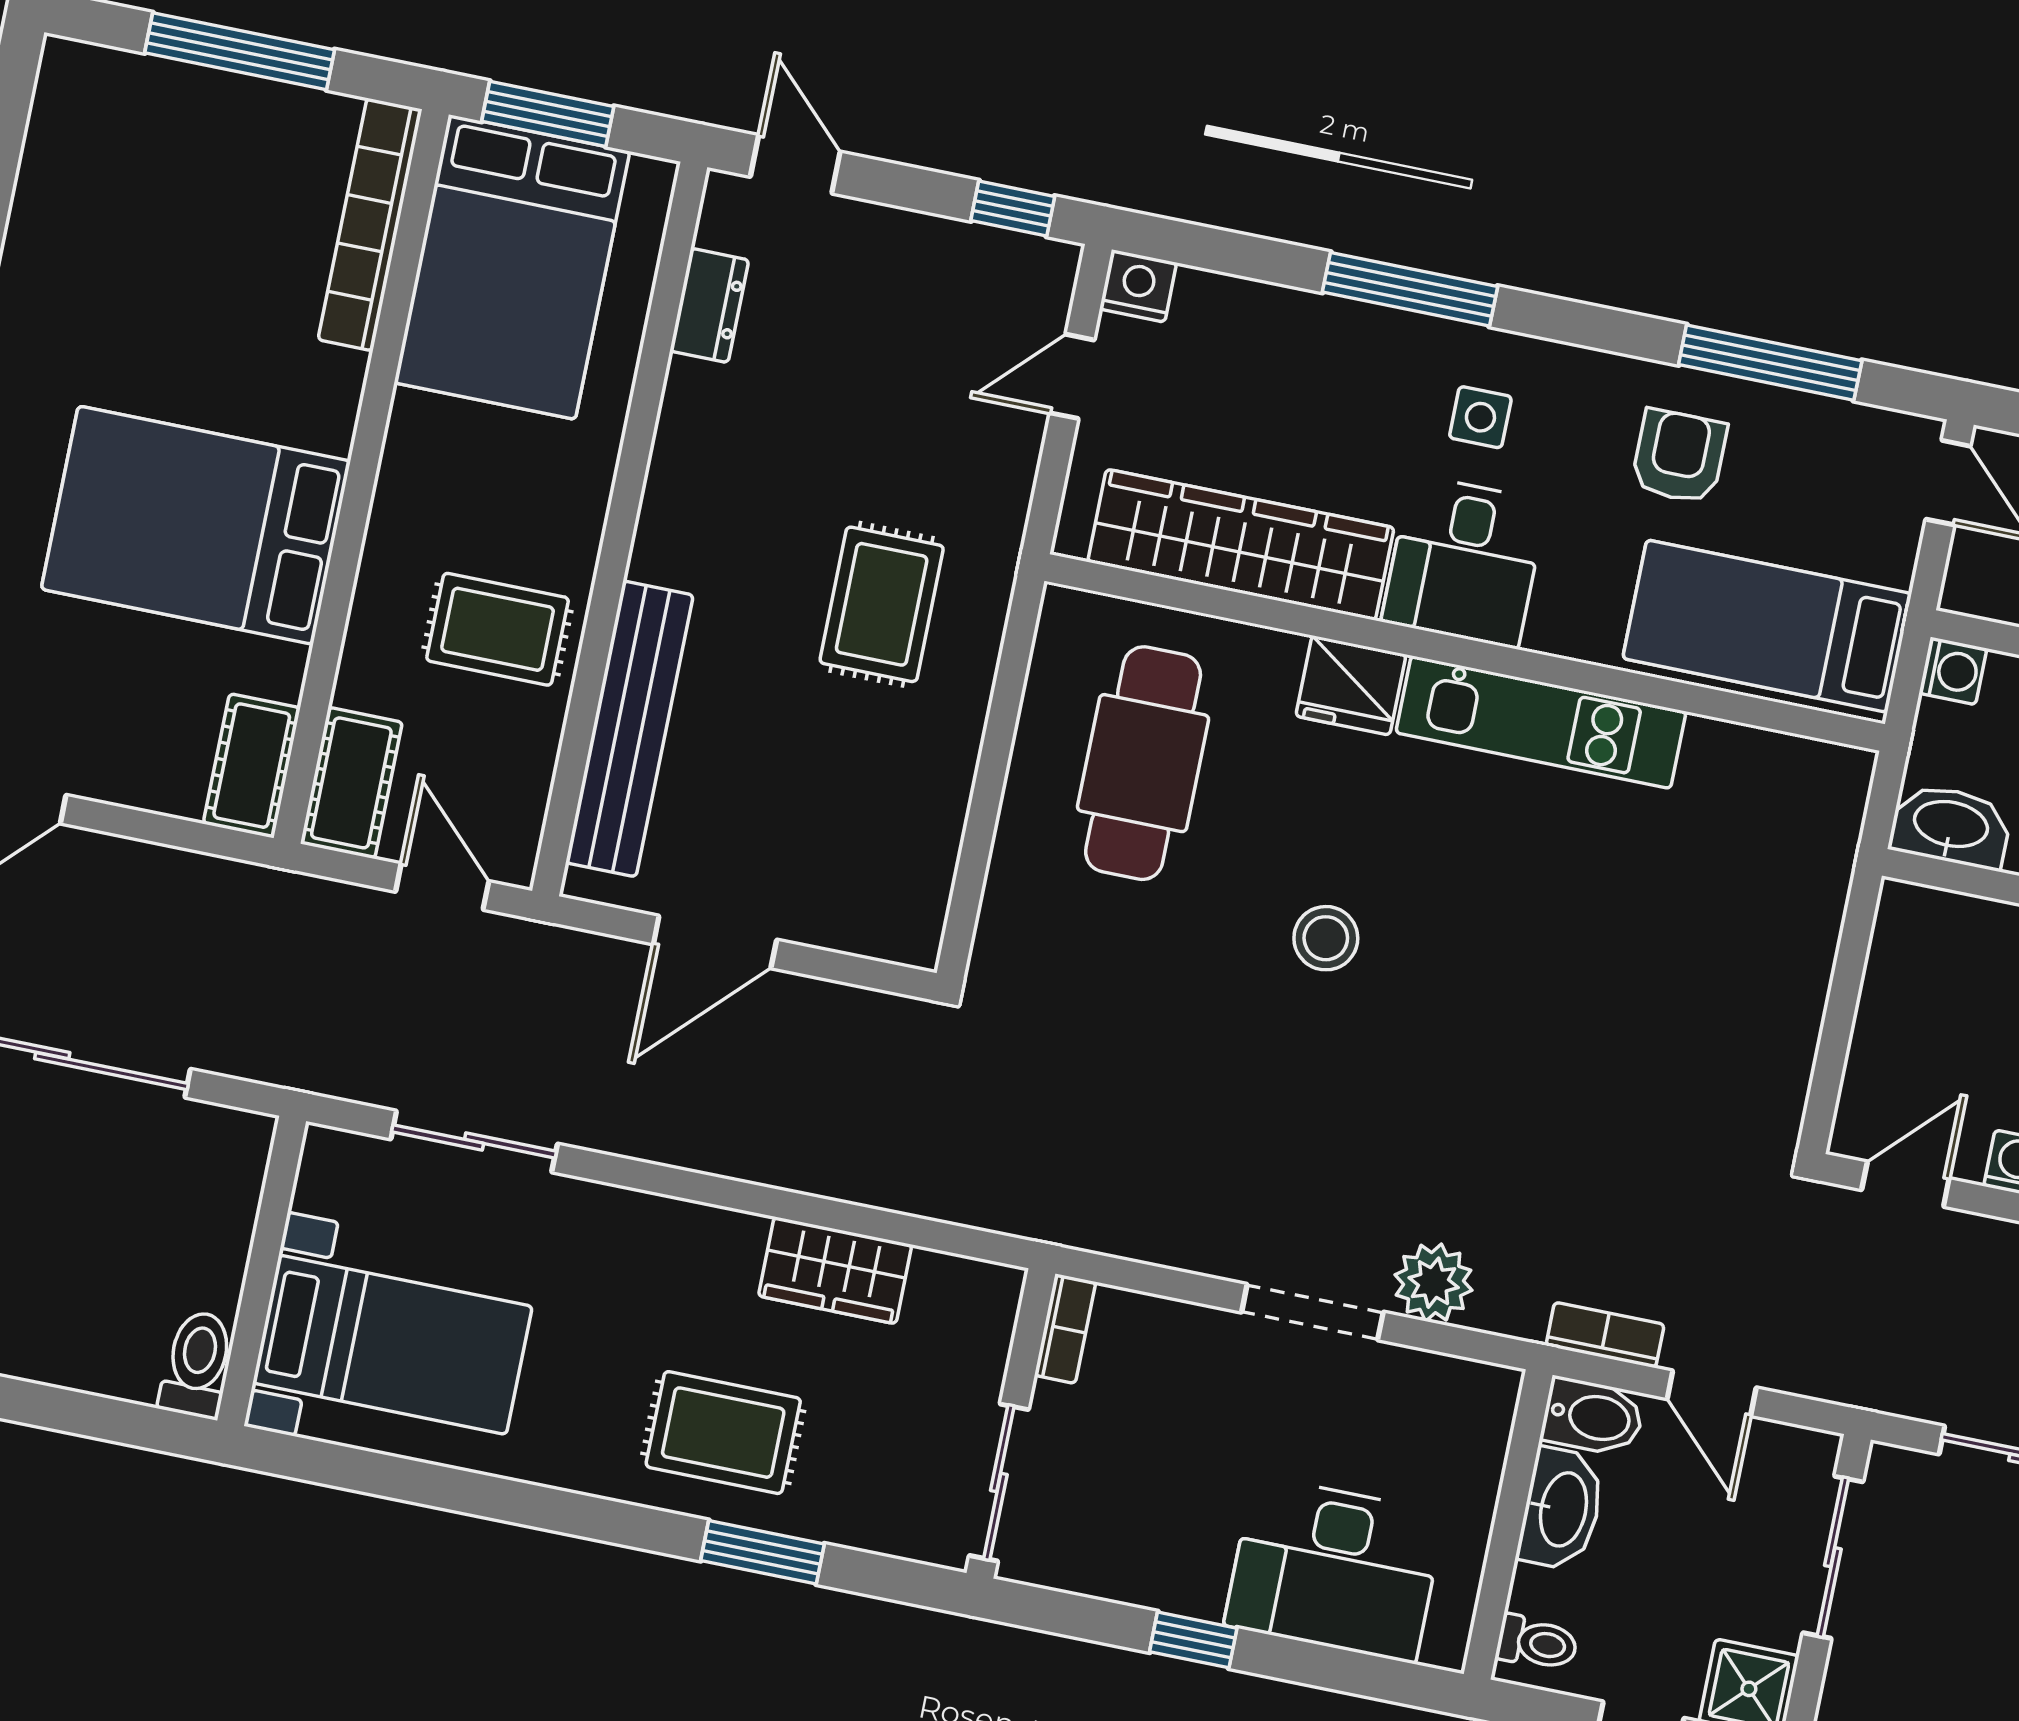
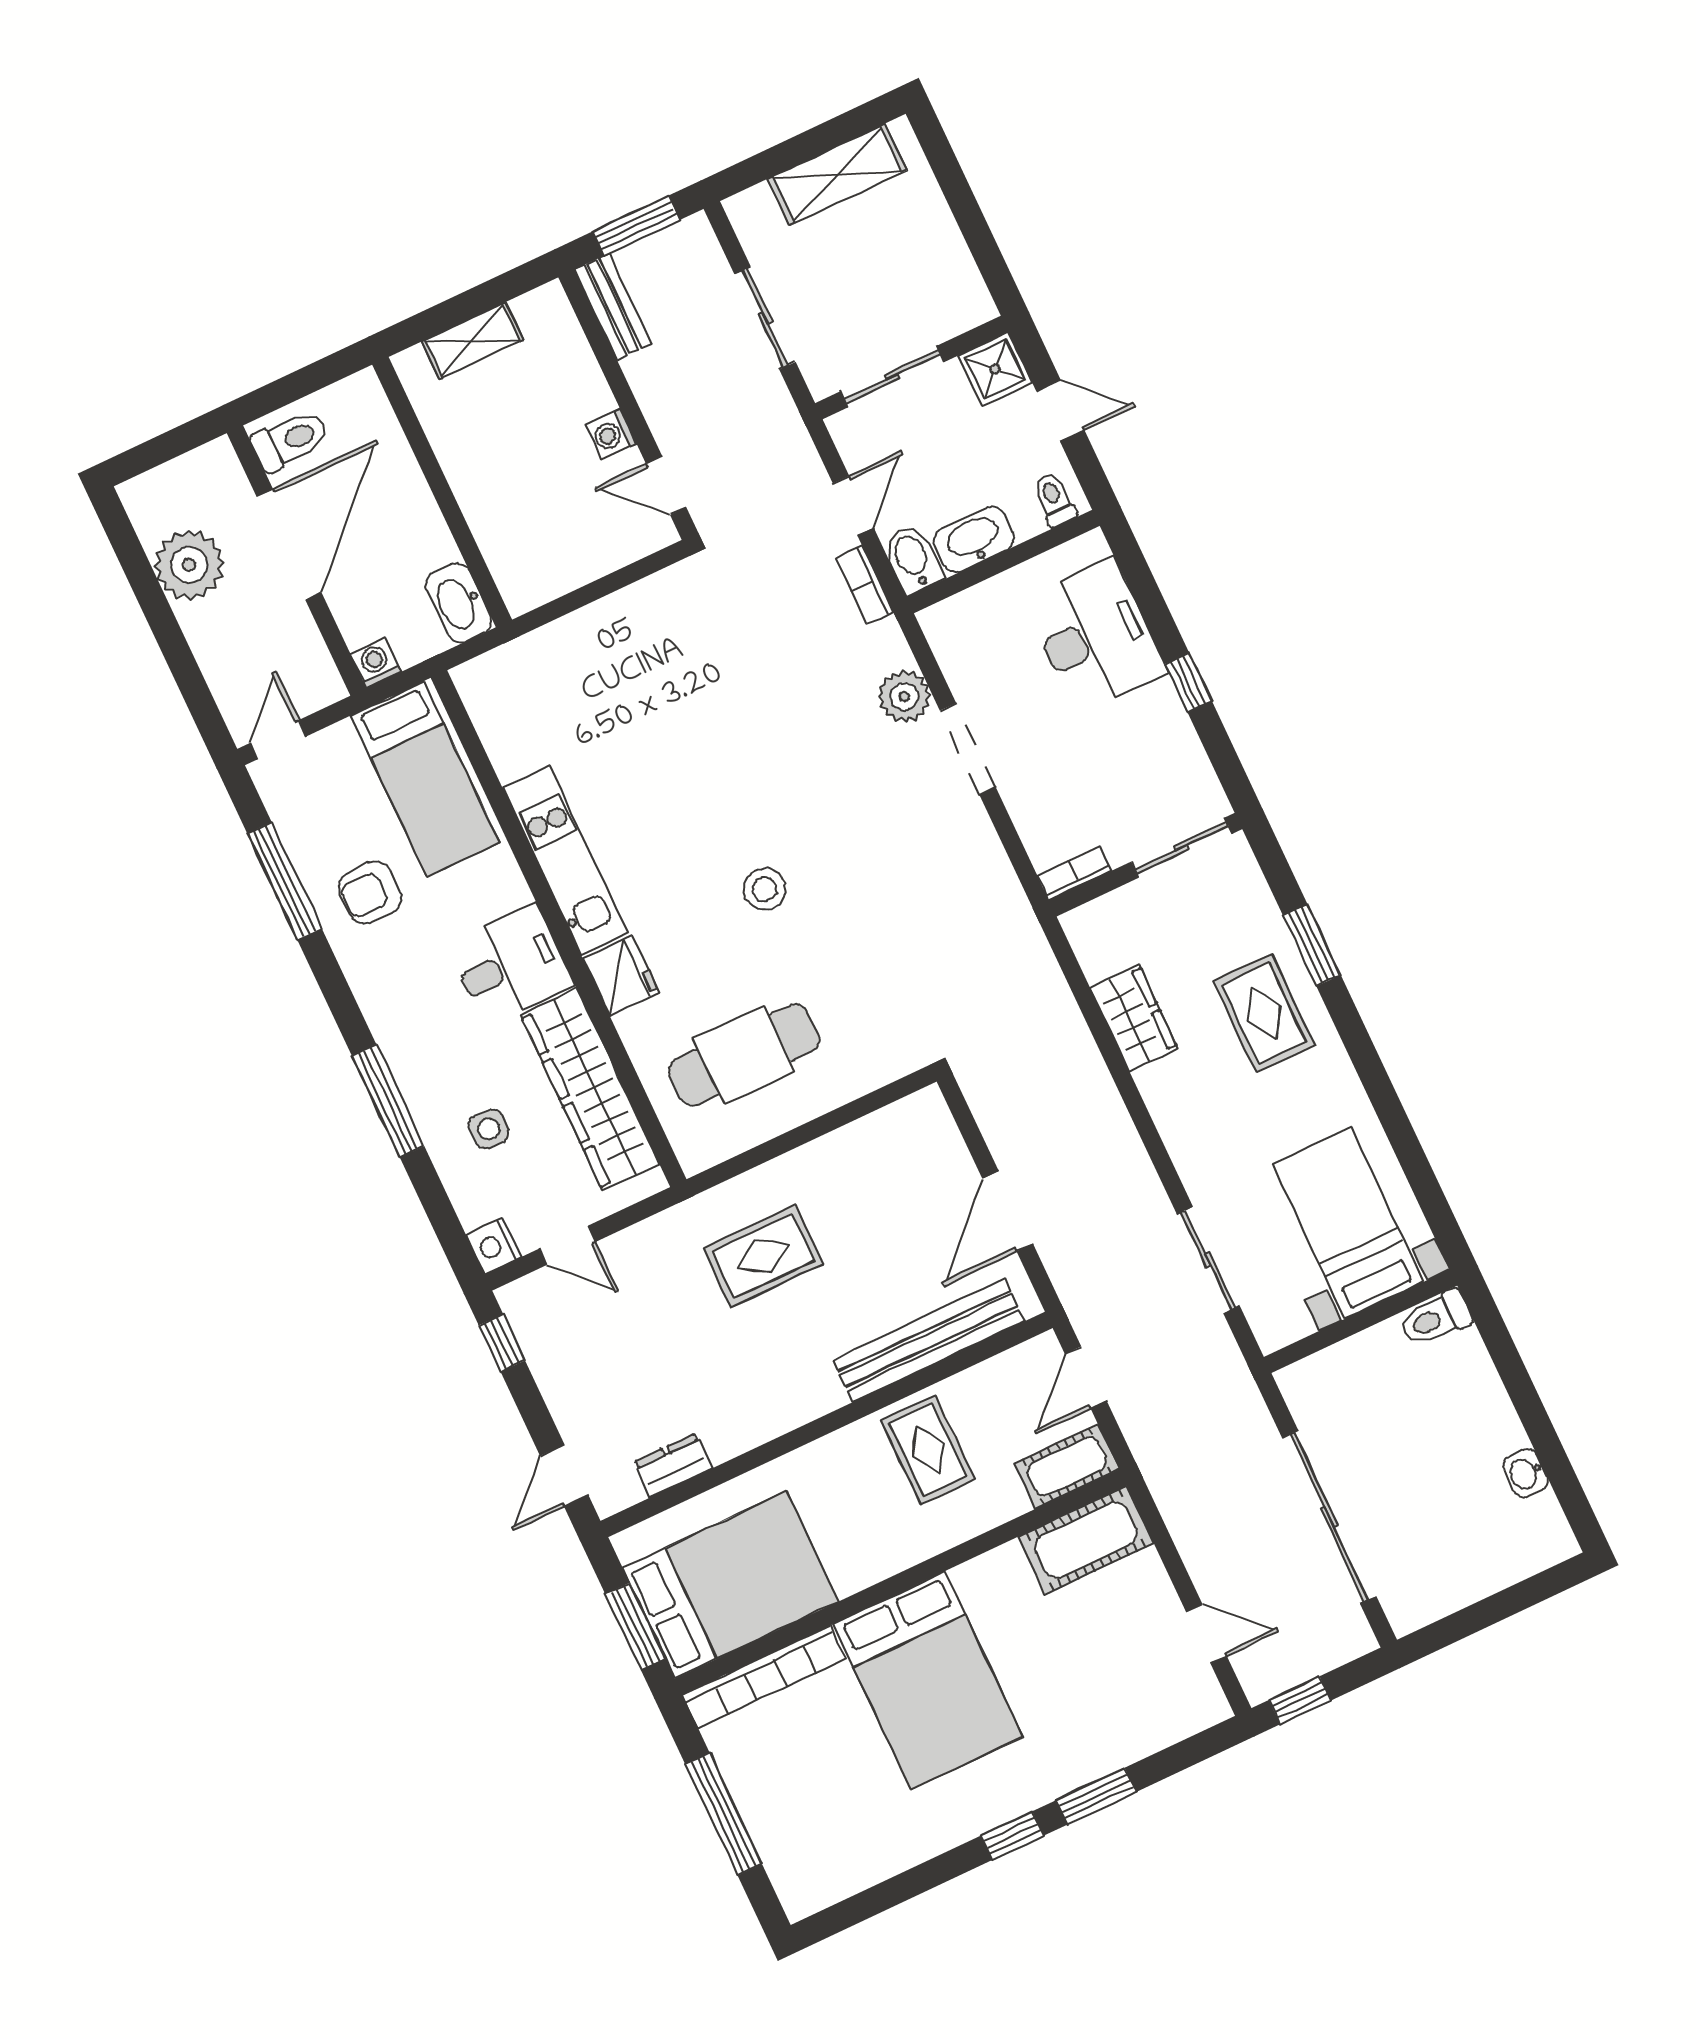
side table: (1480, 417) -> (489, 1129), moved
bed: (196, 525) -> (928, 1680), moved
cot: (252, 766) -> (1086, 1540), width x1.37, depth x1.34
door: (715, 942) -> (1008, 1211), swing flipped

